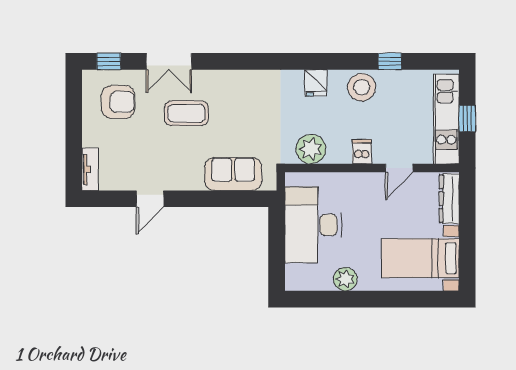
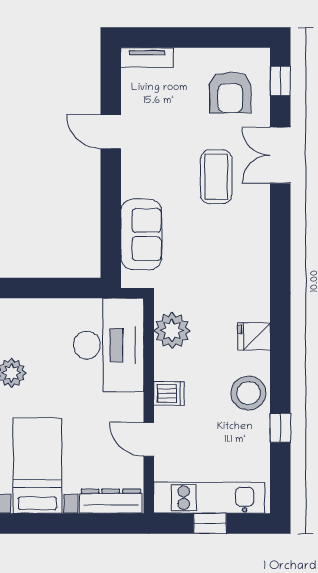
desk: (313, 225) -> (109, 345), moved, turned 90

